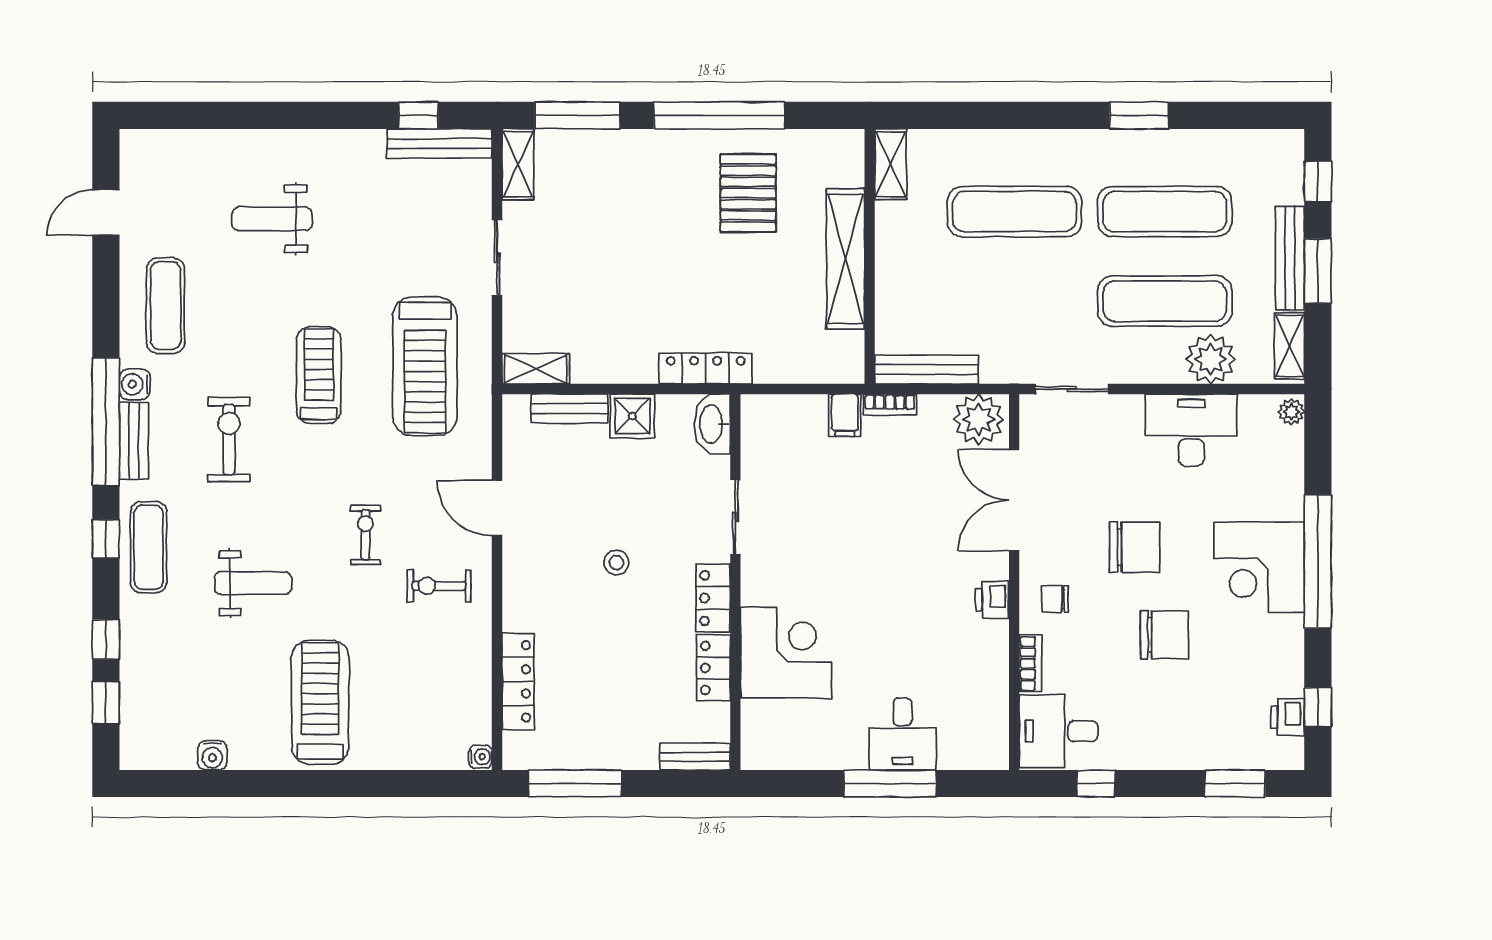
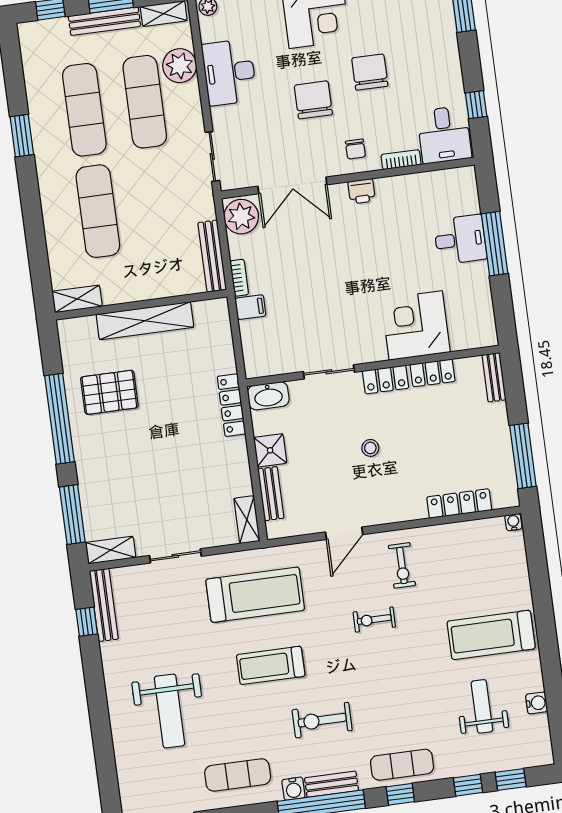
weight bench: (272, 219) -> (170, 711), width x1.36, depth x1.33
weight bench: (253, 583) -> (482, 706), moved

